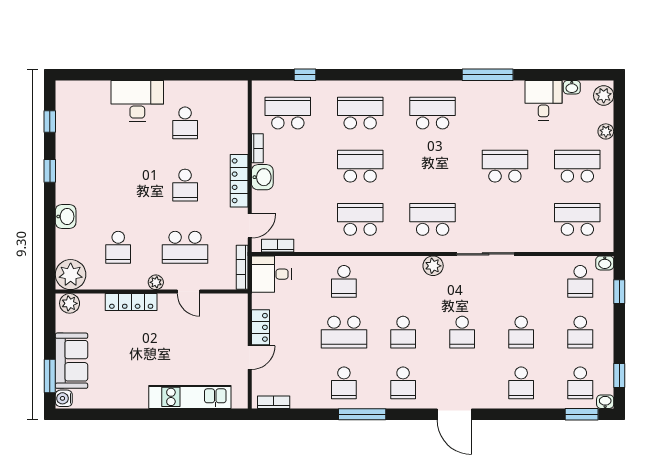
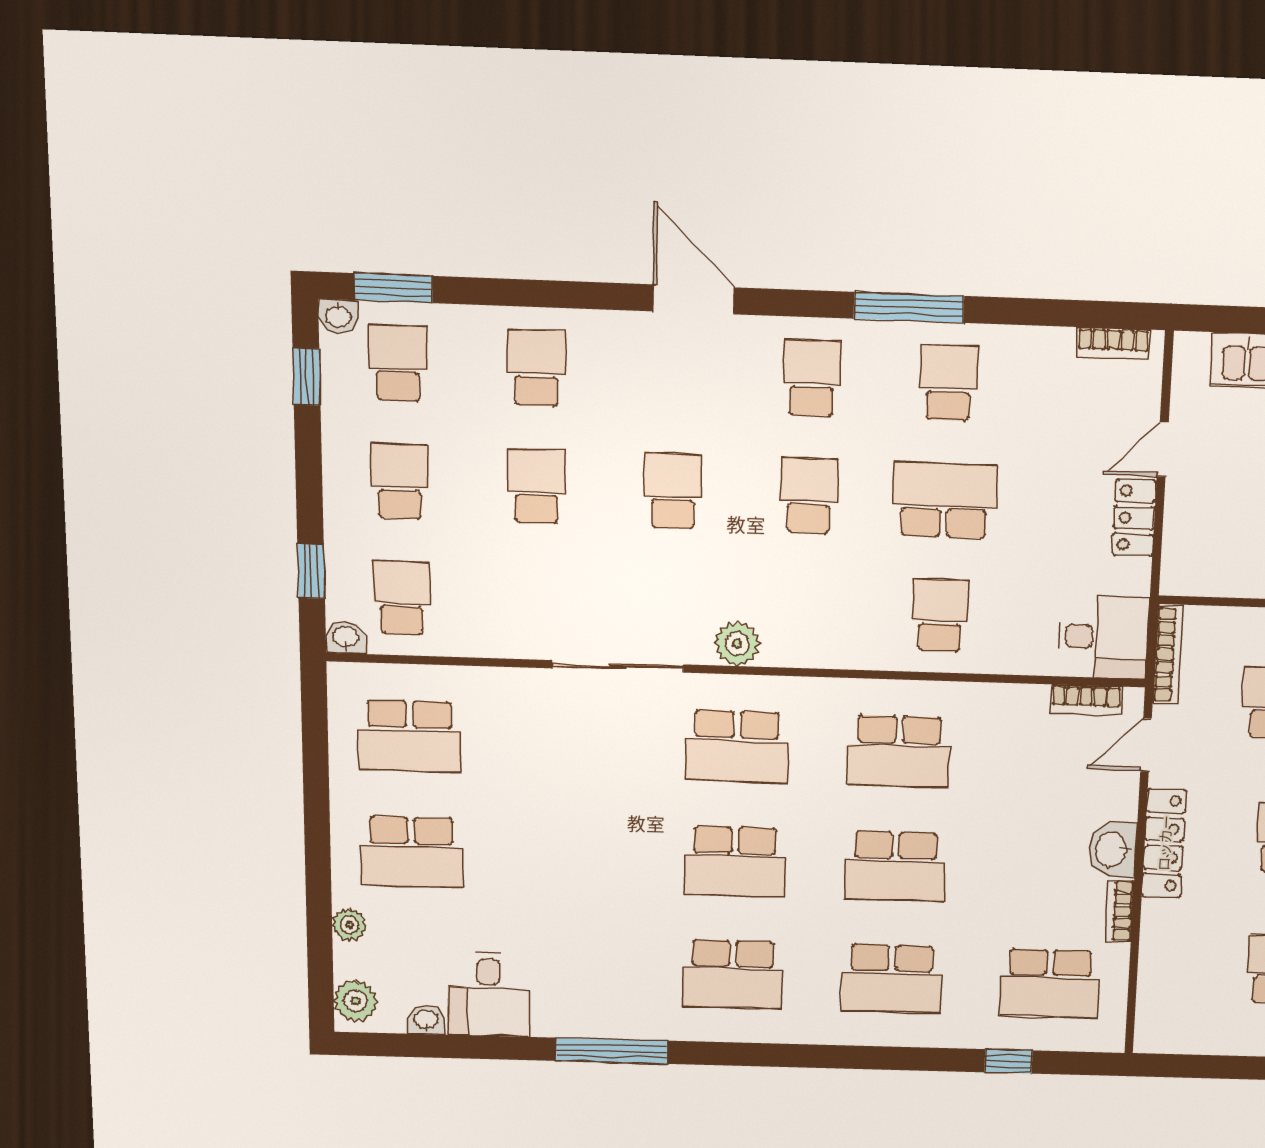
school desk: (505, 166) -> (735, 862), moved

